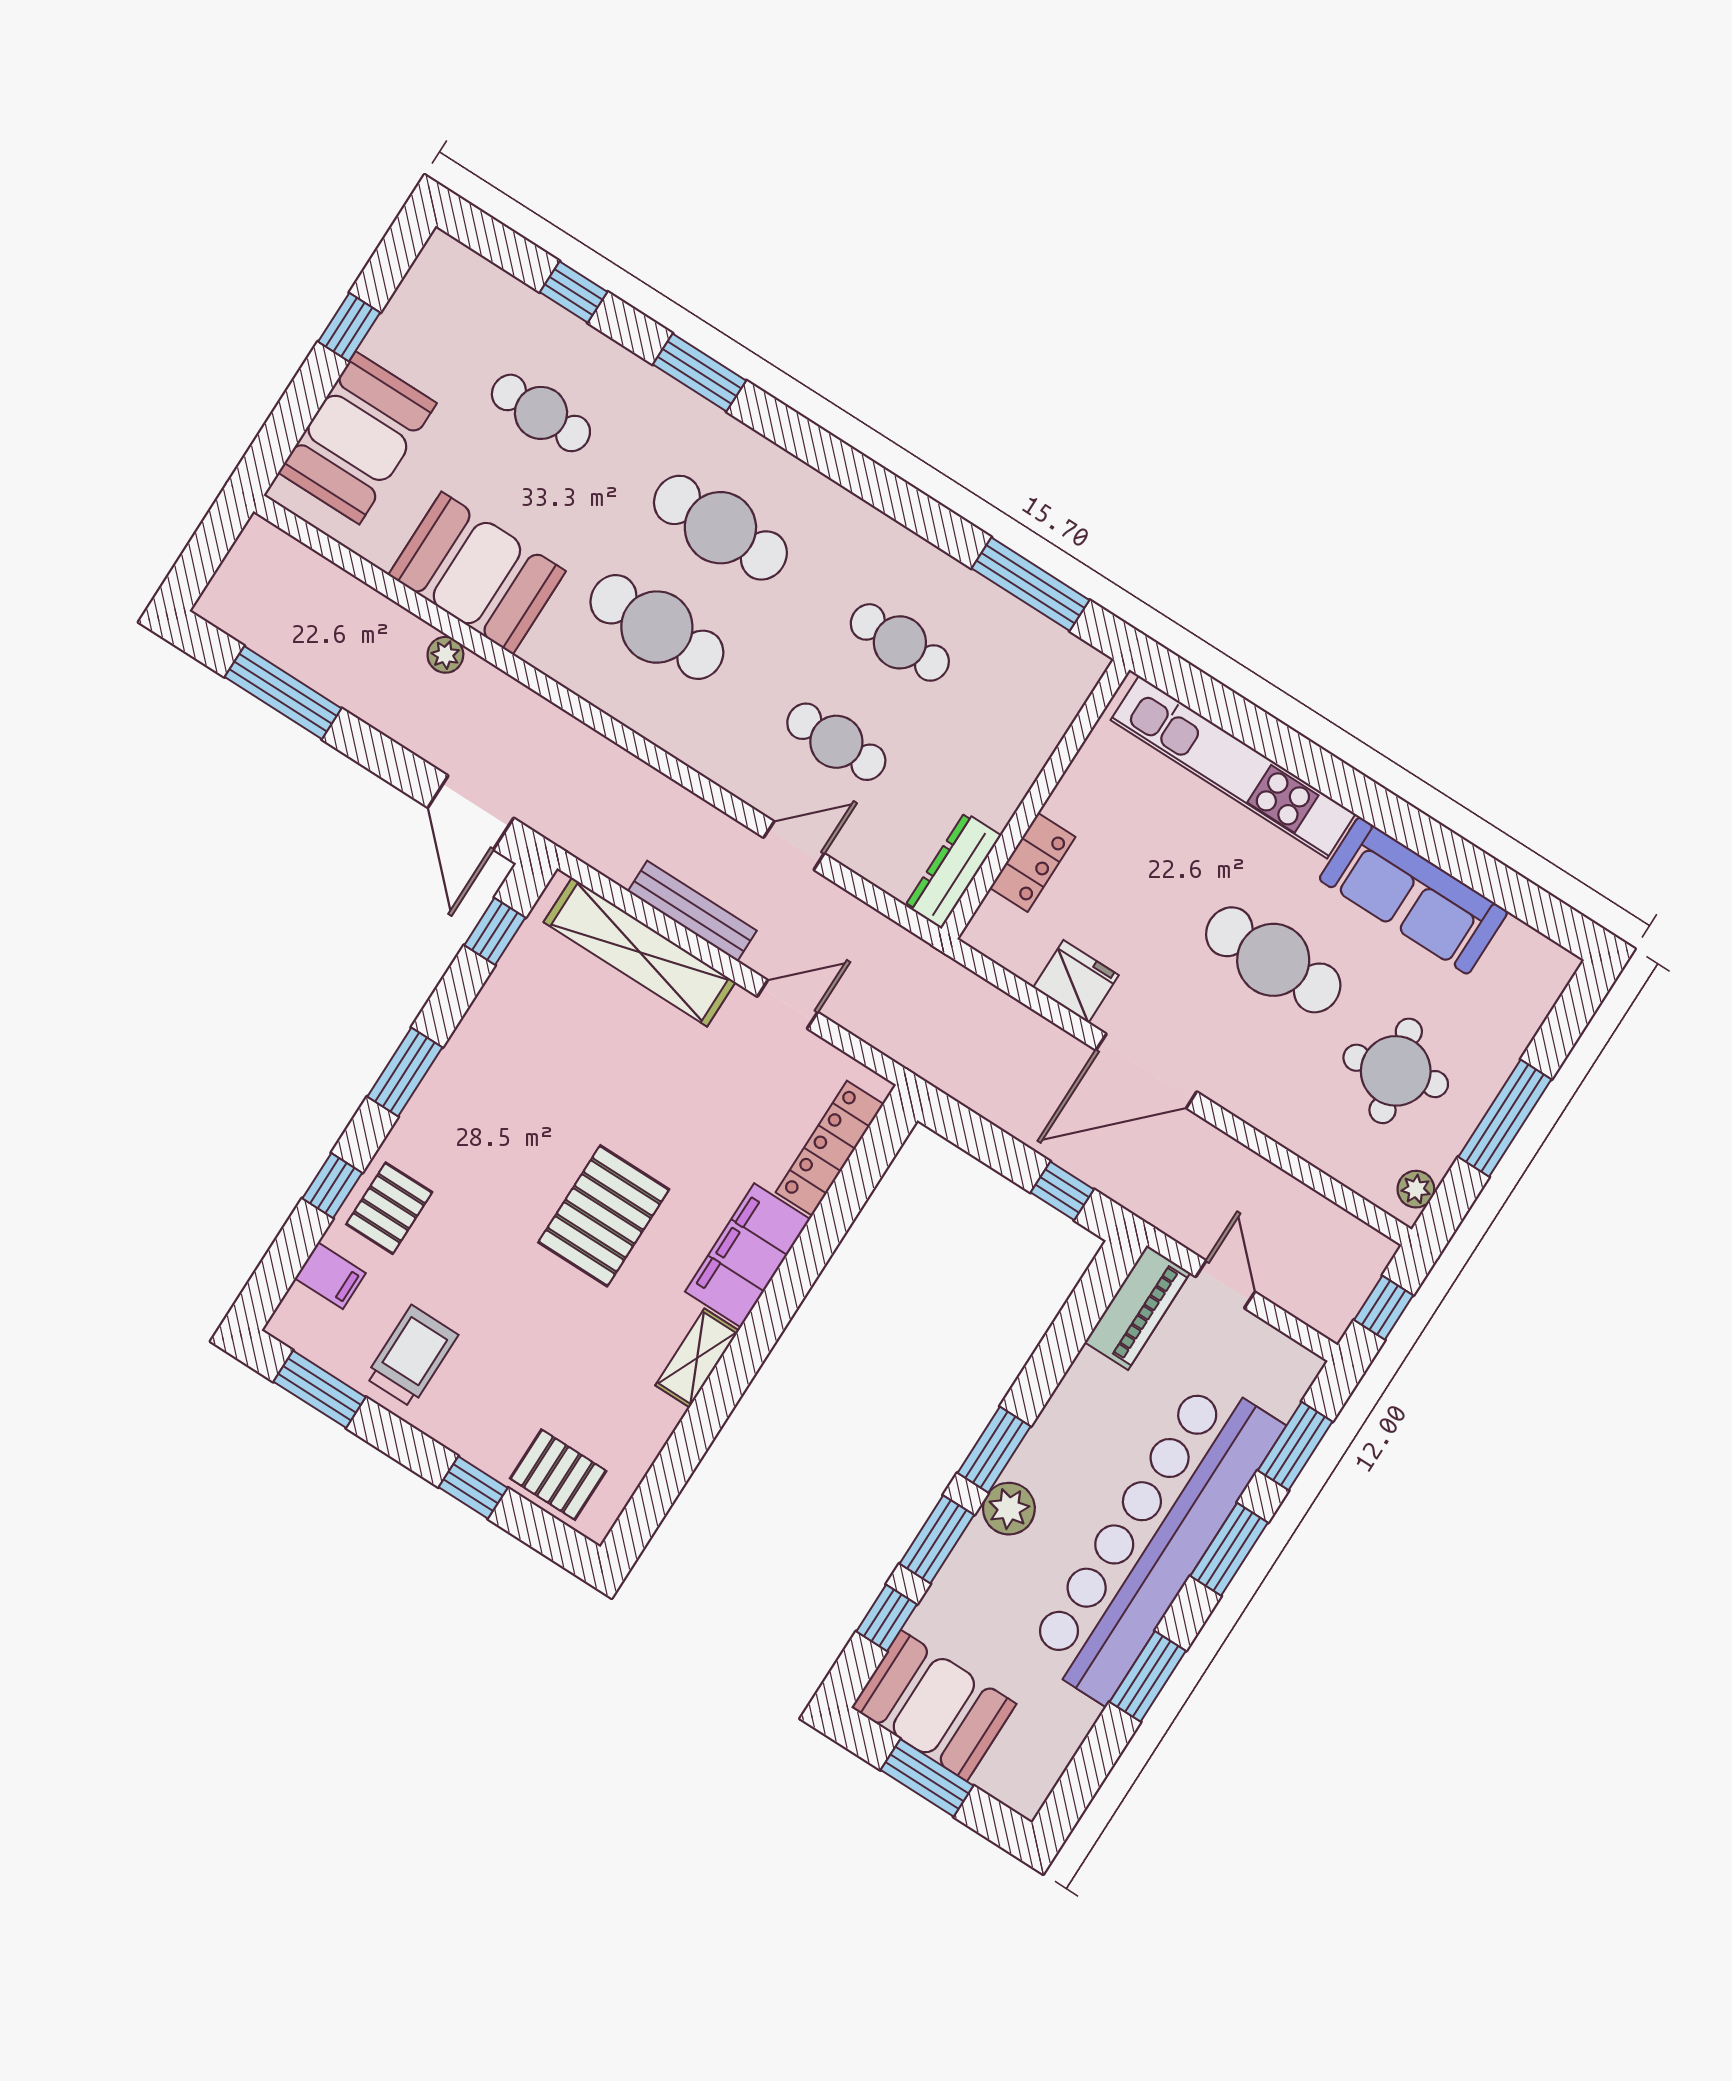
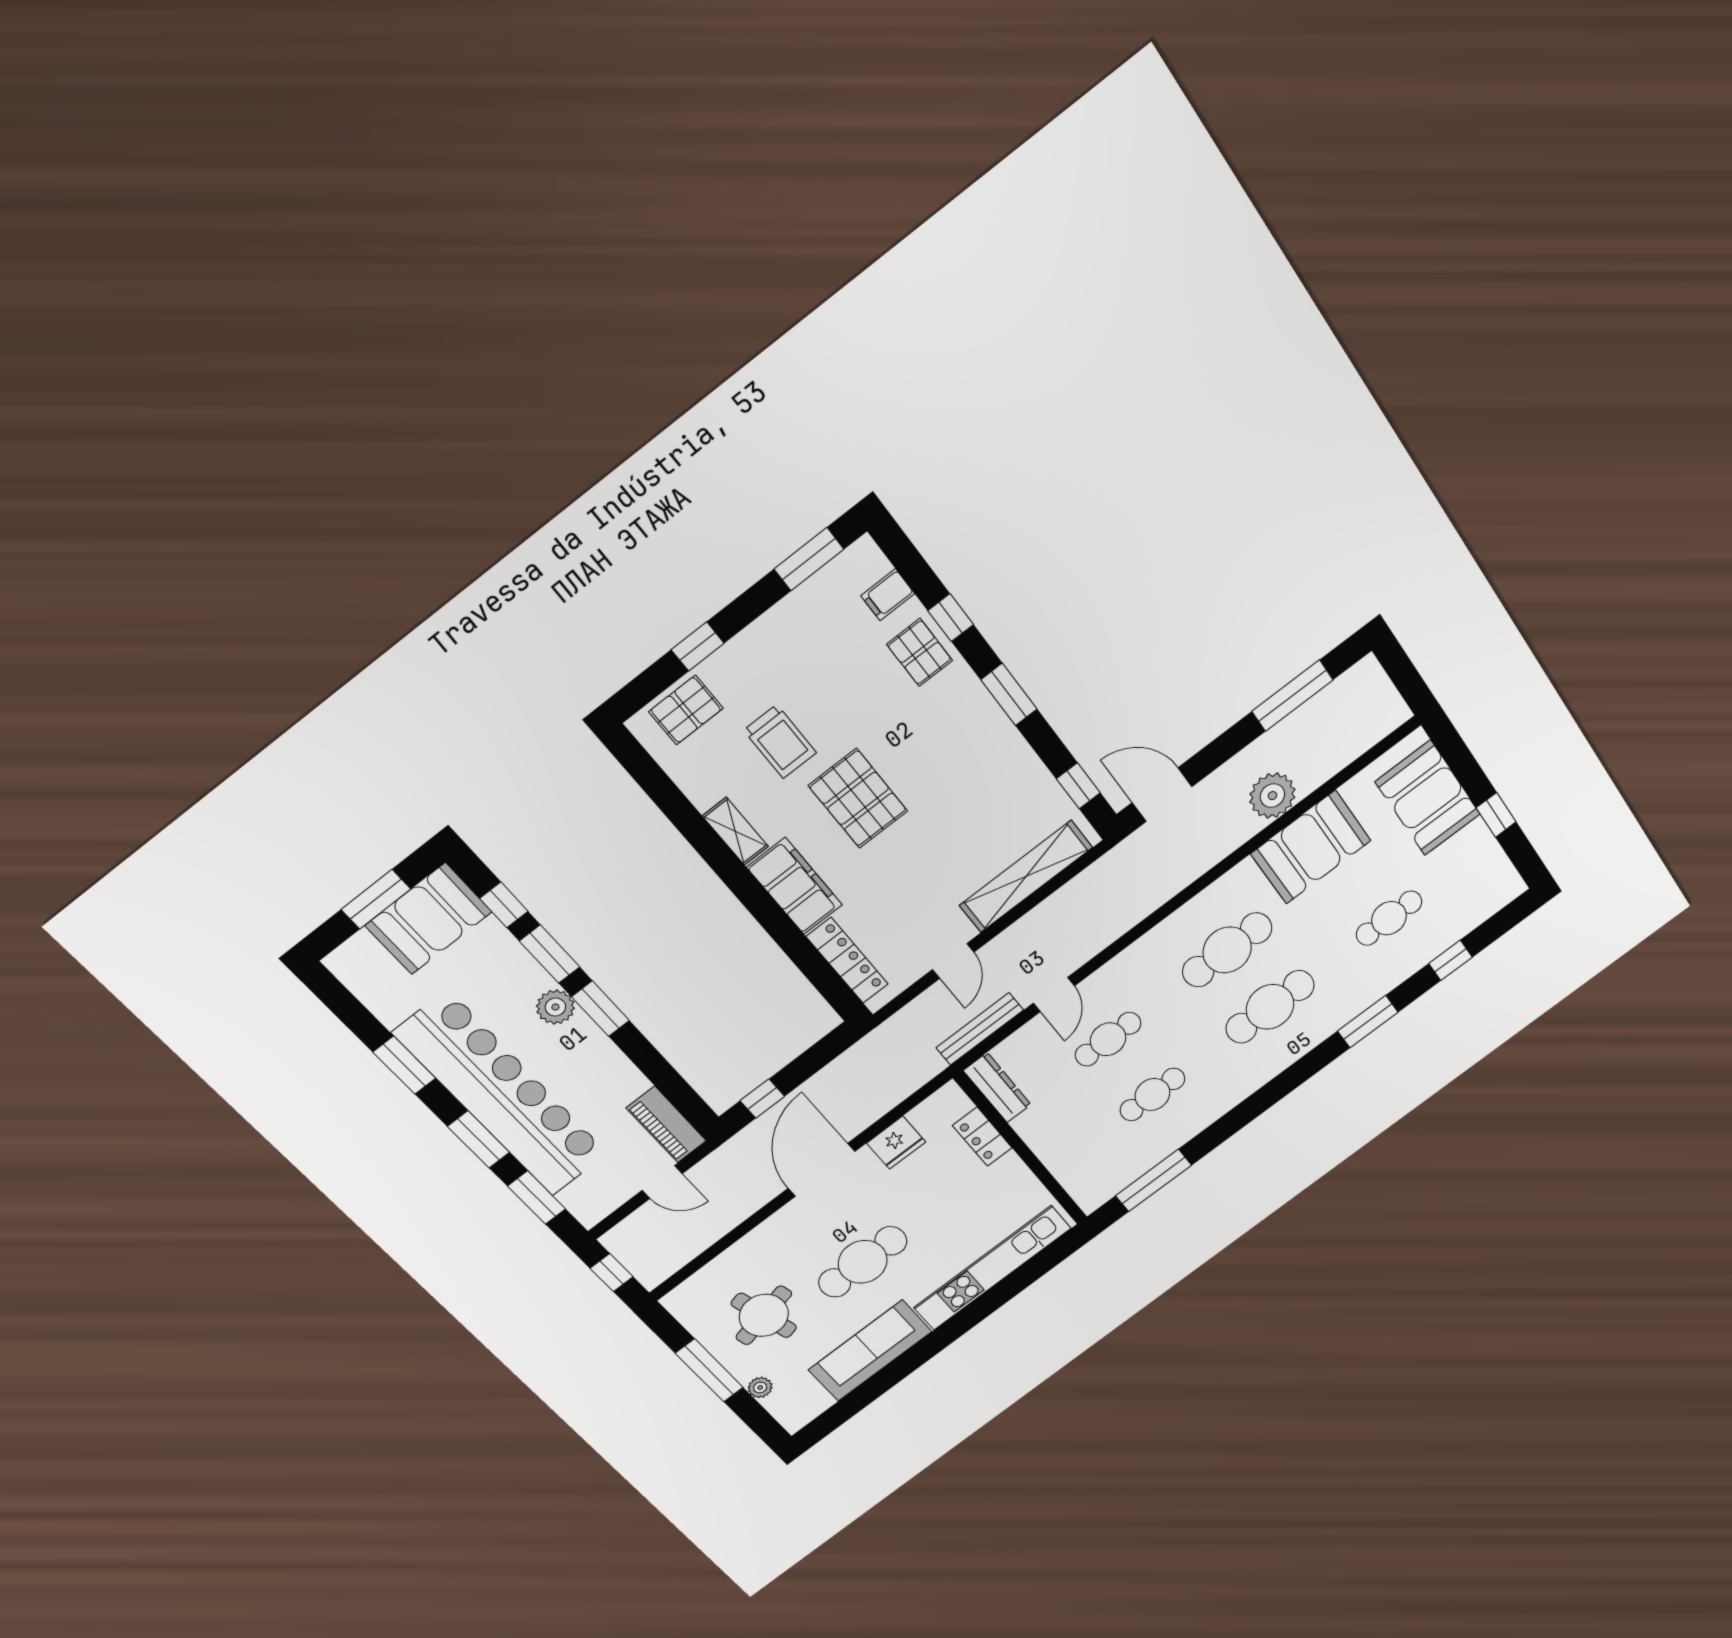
plant: (445, 655) -> (1272, 796), width x1.87, depth x1.87
bench: (692, 911) -> (980, 1029), moved
plant: (1416, 1189) -> (760, 1387), moved
trolley: (412, 1356) -> (780, 742), moved

